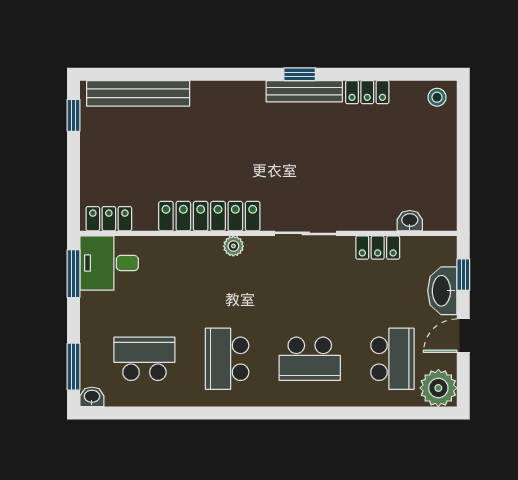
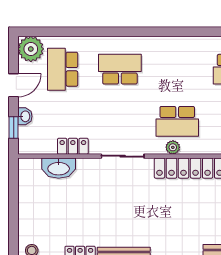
washbasin: (410, 221) -> (59, 168), width x1.91, depth x1.45
washbasin: (442, 291) -> (25, 116), width x0.52, depth x0.69
school desk: (227, 359) -> (177, 121), moved, turned 90

